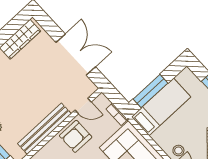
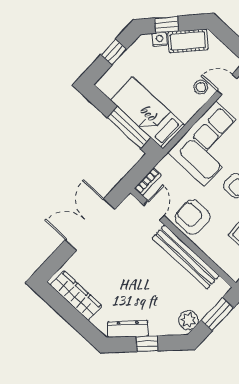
bookcase: (117, 114) -> (148, 182), moved
armchair: (76, 136) -> (192, 217), turned 180

